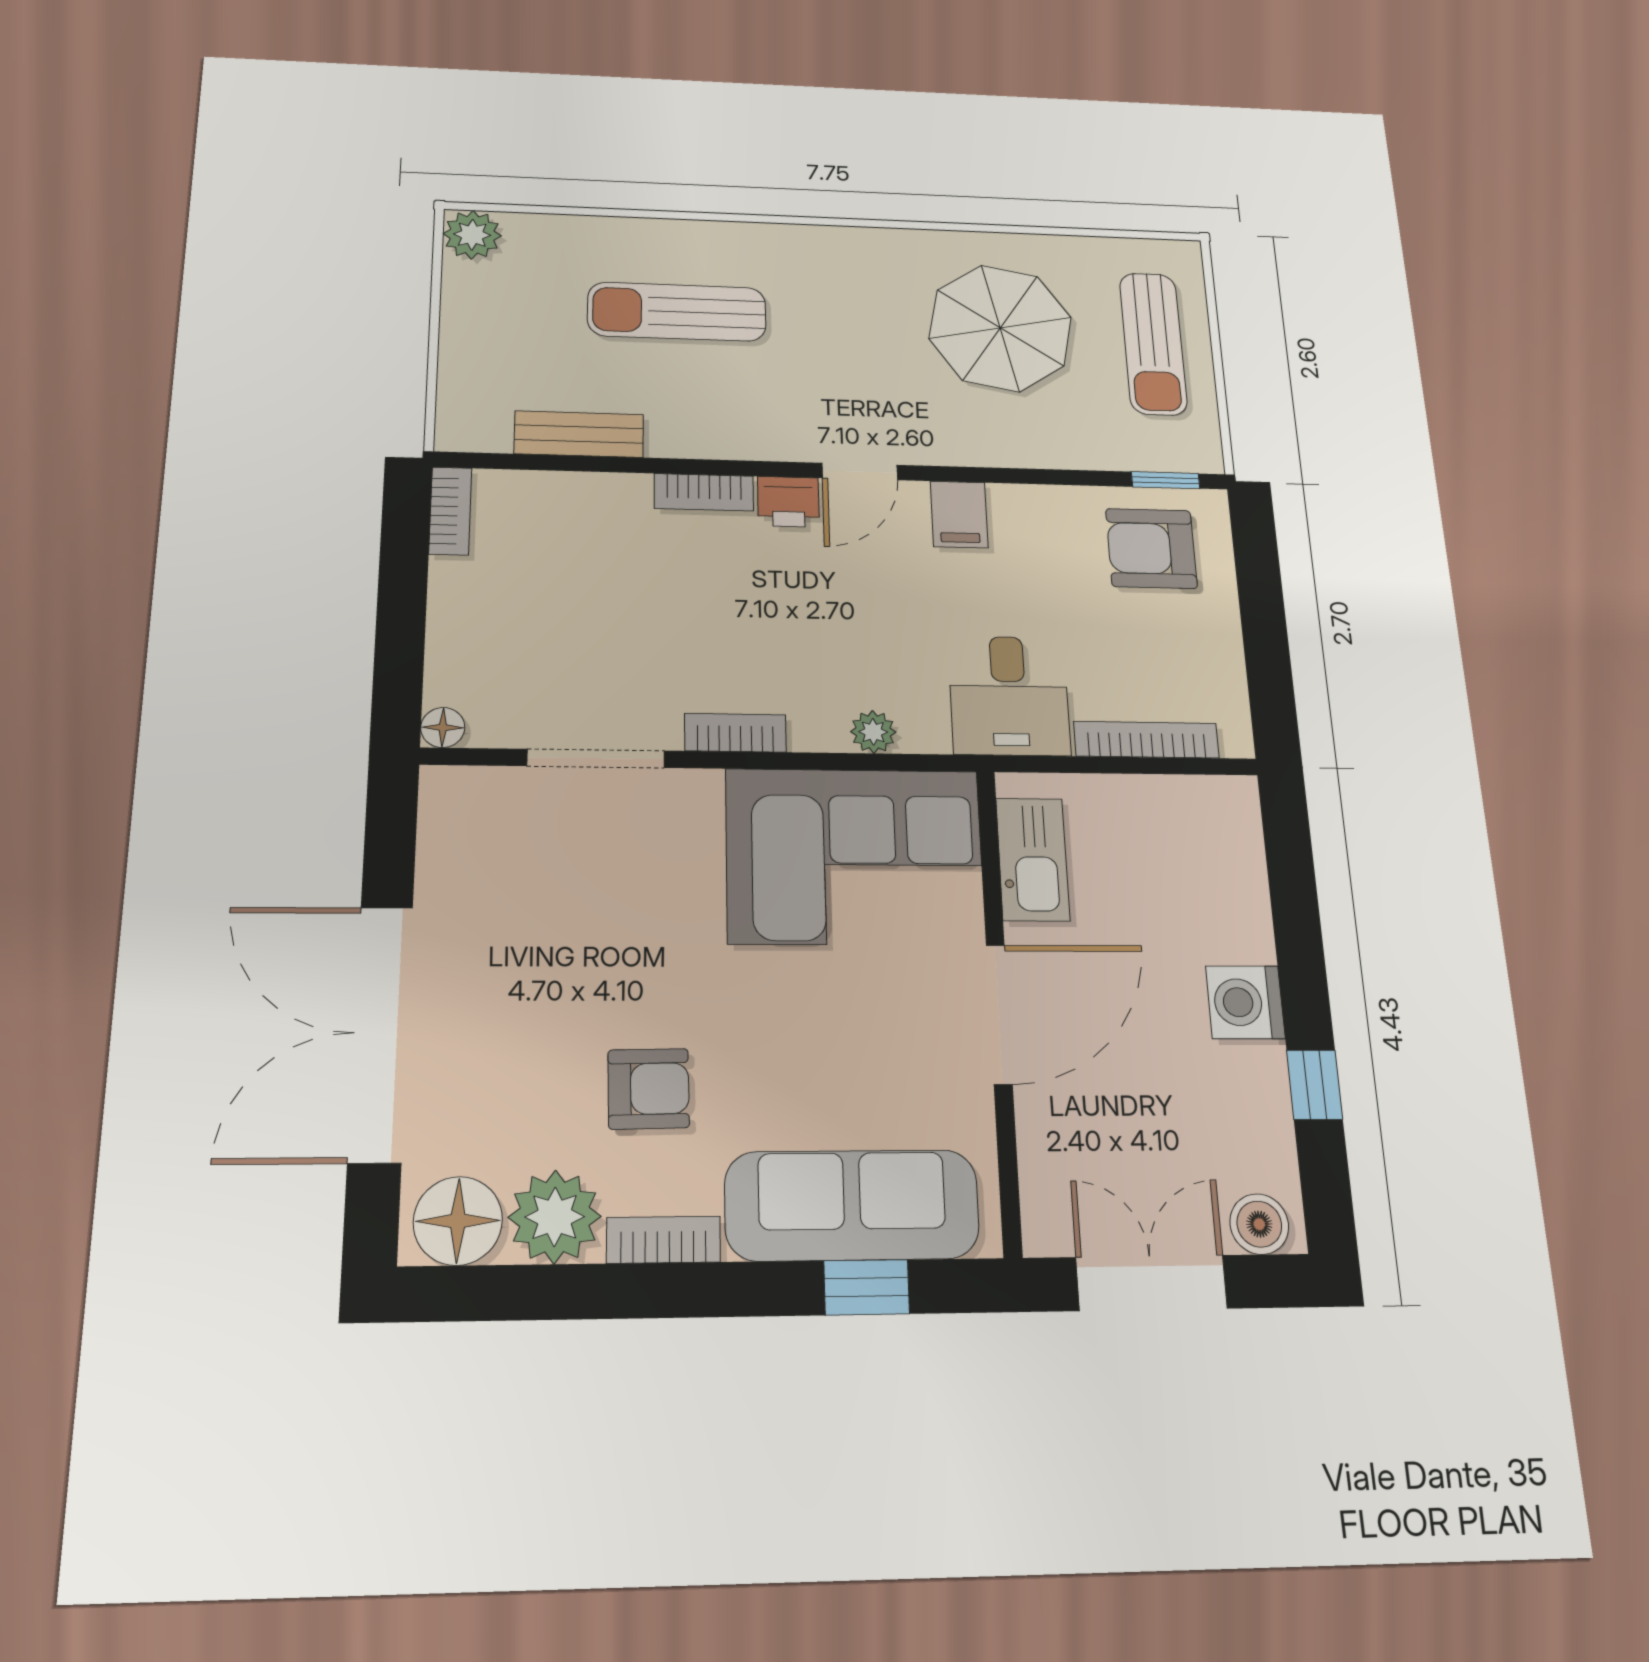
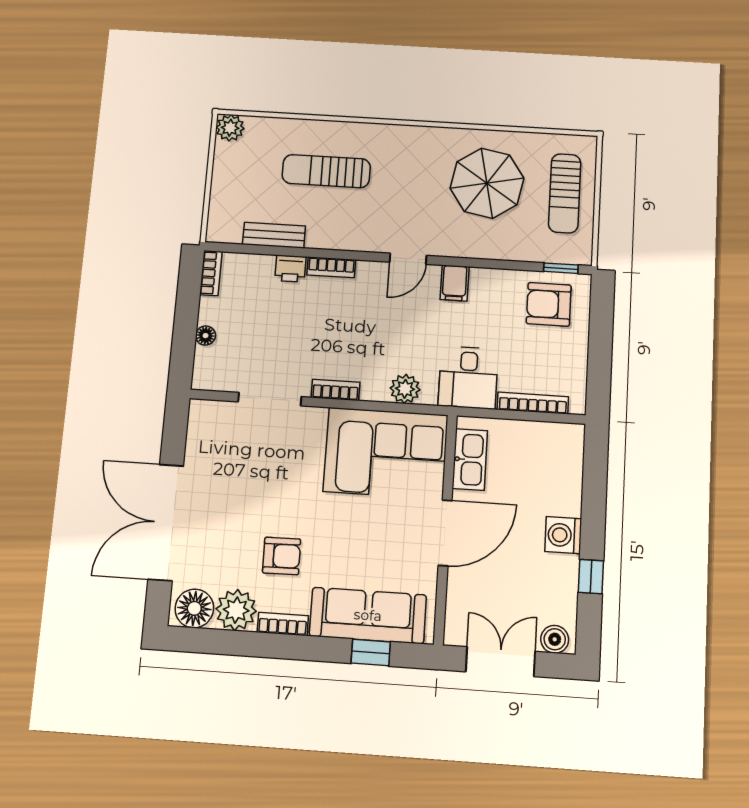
printer: (788, 502) -> (290, 269), moved
floor lamp: (443, 727) -> (206, 336), moved
plant: (873, 732) -> (405, 389), width x1.38, depth x1.38

